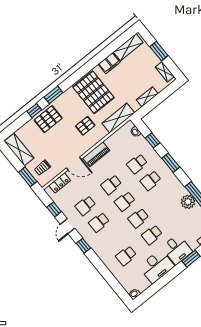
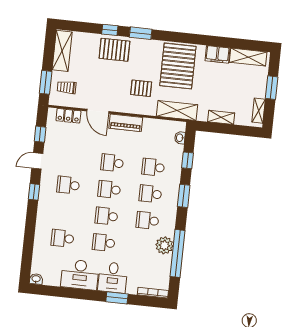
school desk: (85, 206) -> (148, 220), moved

